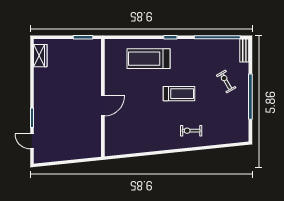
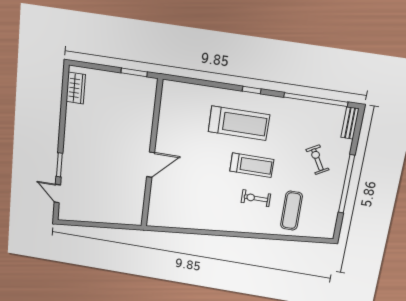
treadmill: (148, 59) -> (239, 123), moved, turned 180
exercise mat: (214, 124) -> (291, 211), added
exercise bike: (191, 131) -> (256, 198), moved

